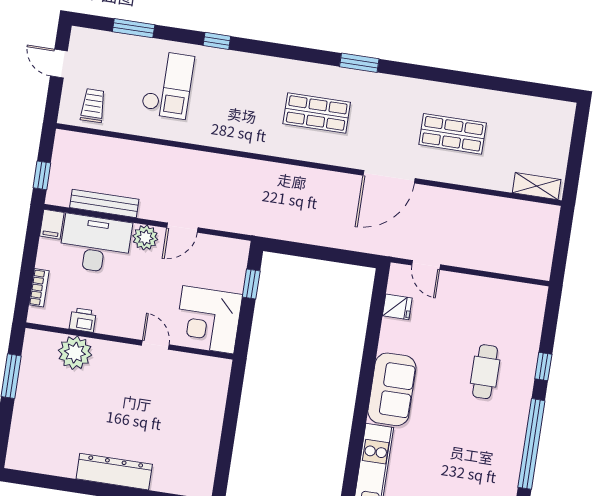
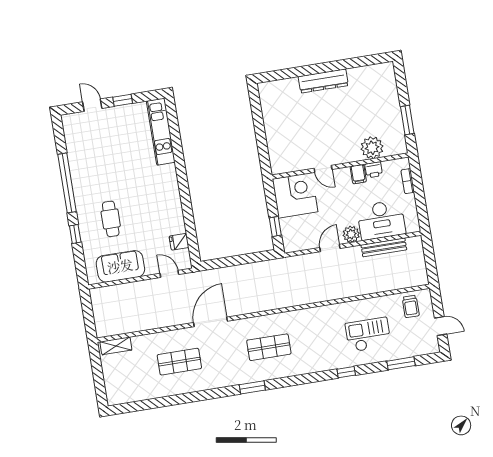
checkout: (168, 85) -> (368, 335), turned 90
window: (42, 175) -> (429, 252), removed
filing cabinet: (52, 224) -> (358, 174), moved, turned 180
sofa: (392, 389) -> (120, 266), moved, turned 90

